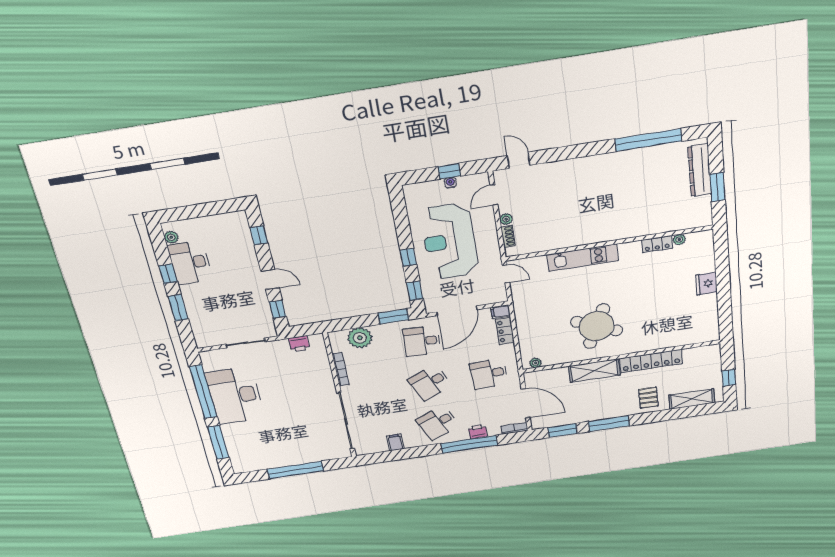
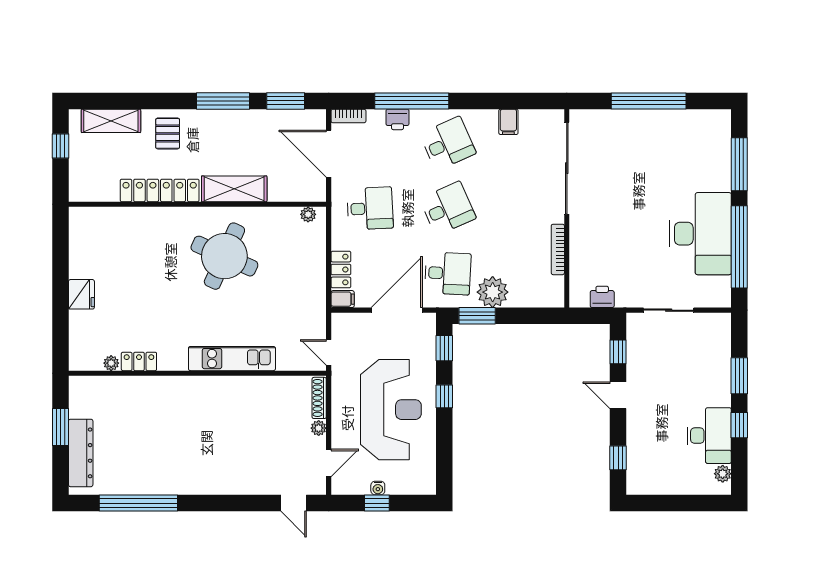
shoe rack: (508, 236) -> (319, 398), width x1.43
plant: (360, 338) -> (493, 292), moved

